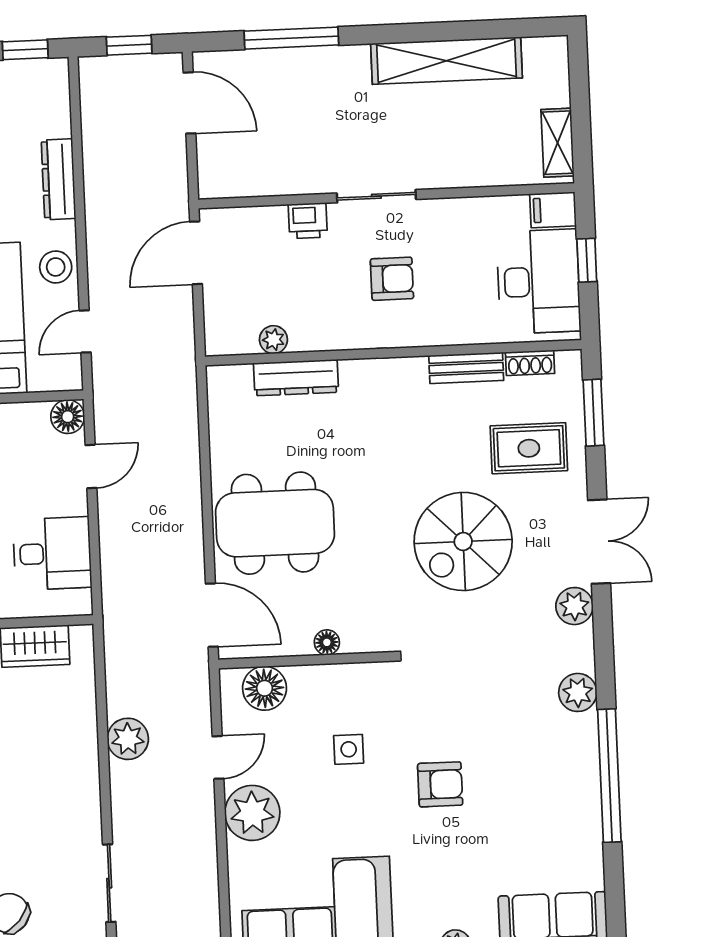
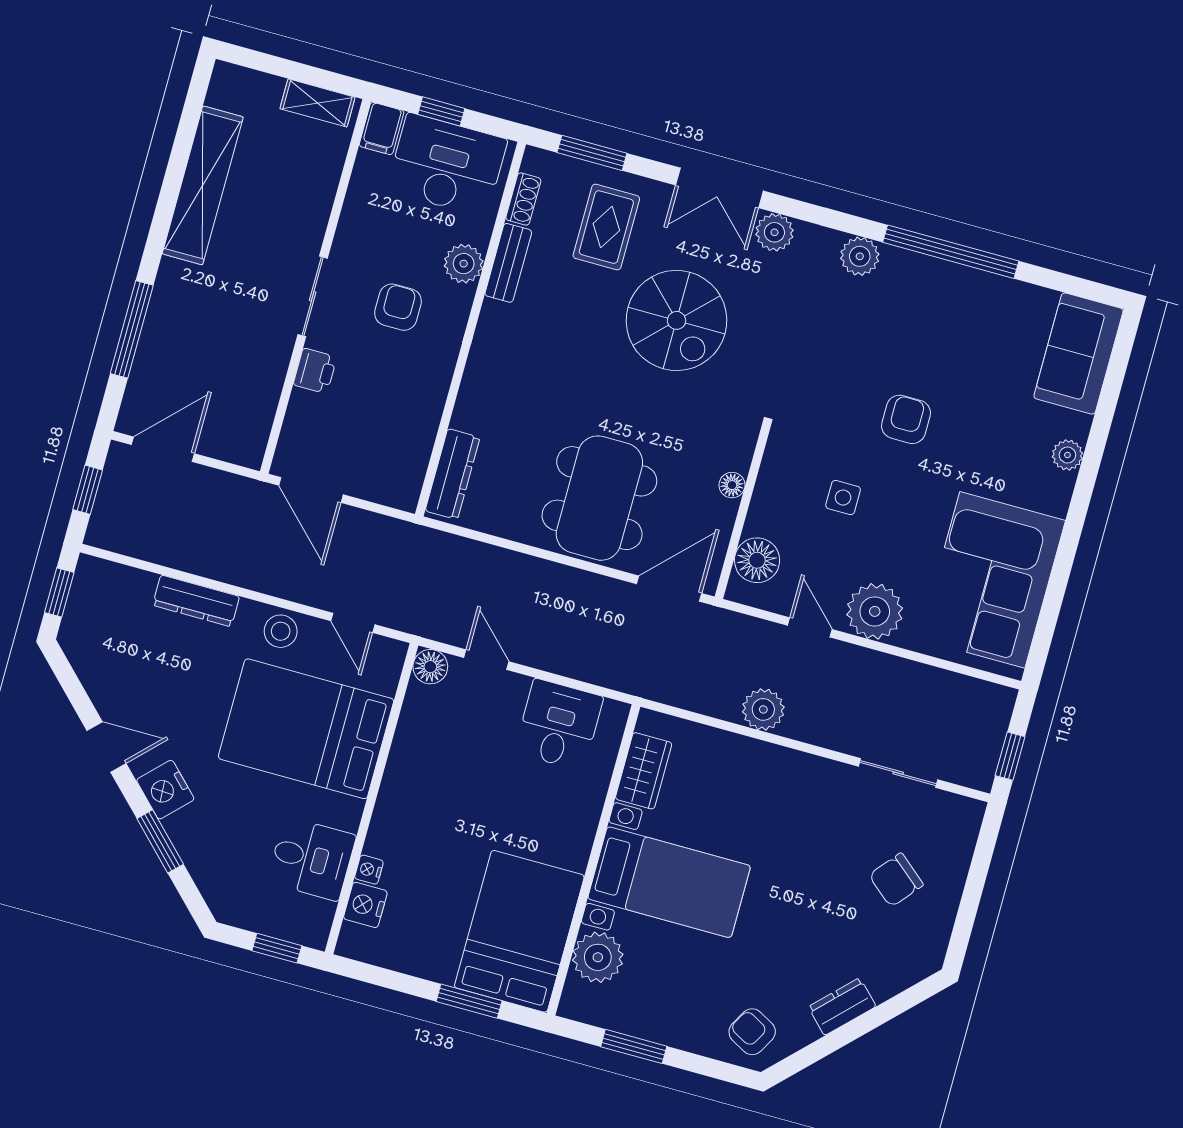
plant: (273, 340) -> (464, 264), moved, width x1.38, depth x1.38
dresser: (296, 378) -> (453, 474), moved
double door: (599, 542) -> (719, 188), swing flipped

